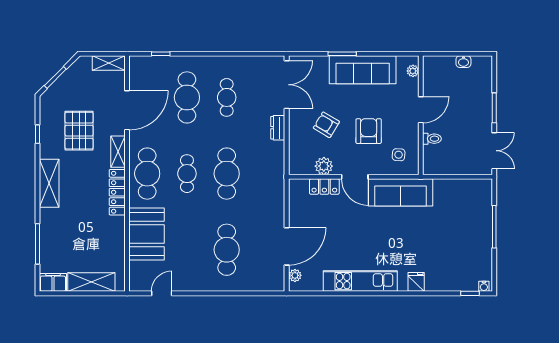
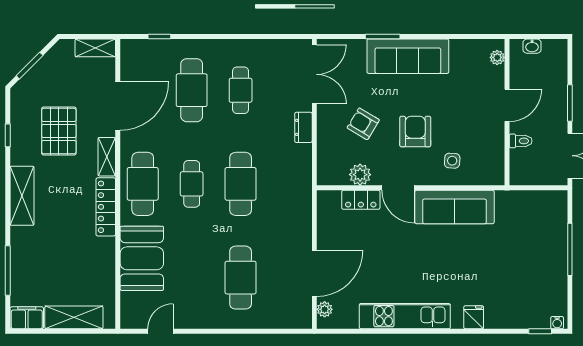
plant: (413, 71) -> (497, 57), moved
door: (421, 110) -> (507, 105), moved
wall: (421, 115) -> (507, 112), moved
toilet: (432, 139) -> (521, 141), moved

